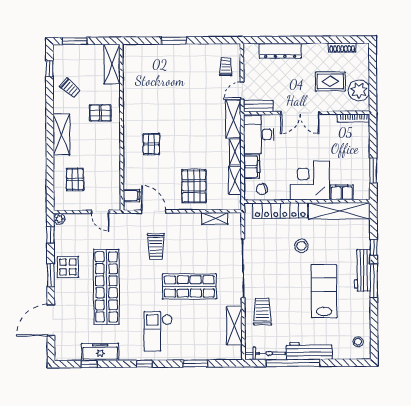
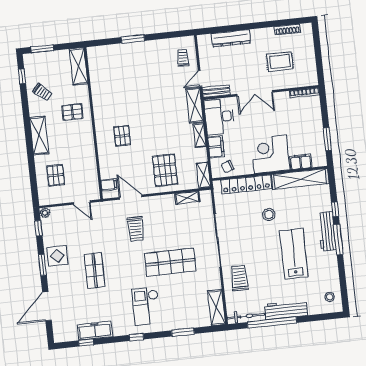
plant: (359, 90) -> (307, 67), removed
shelving: (235, 180) -> (203, 175), moved
shop shelf: (106, 287) -> (95, 270), width x0.50, depth x0.74
shelving: (234, 326) -> (217, 308), moved

